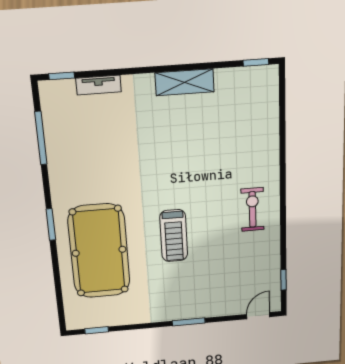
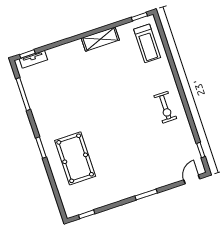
tv unit: (99, 85) -> (33, 59), moved
exercise bike: (252, 209) -> (165, 107), turned 180
treadmill: (174, 236) -> (147, 43), moved
pool table: (99, 251) -> (75, 158), width x0.73, depth x0.76

